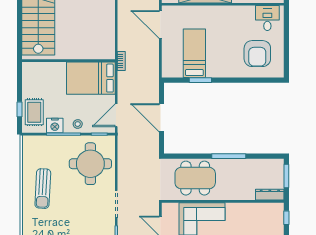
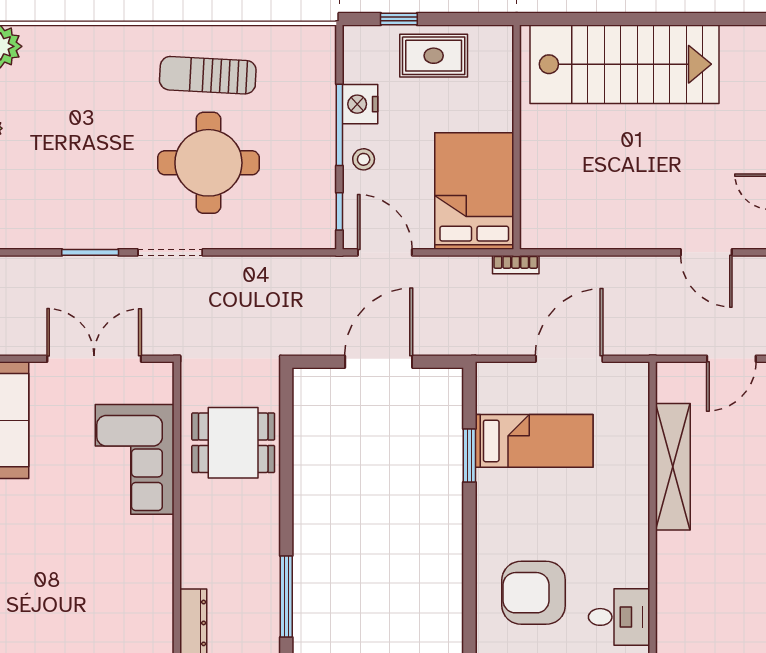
door: (160, 24) -> (569, 359), moved
rug: (34, 112) -> (434, 56), moved
window: (229, 156) -> (286, 597), moved
round table: (90, 164) -> (208, 163), moved
dining table: (195, 178) -> (233, 443), width x0.73

